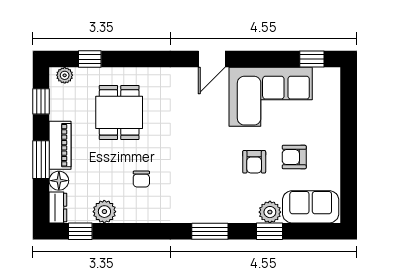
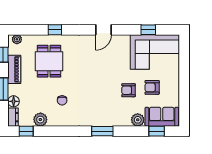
window: (90, 59) -> (55, 30), moved
window: (312, 59) -> (148, 30), moved
corner sofa: (271, 97) -> (155, 52), moved
piano: (60, 145) -> (14, 69), moved
armchair: (254, 162) -> (128, 90), turned 90
window: (270, 231) -> (157, 131), moved

